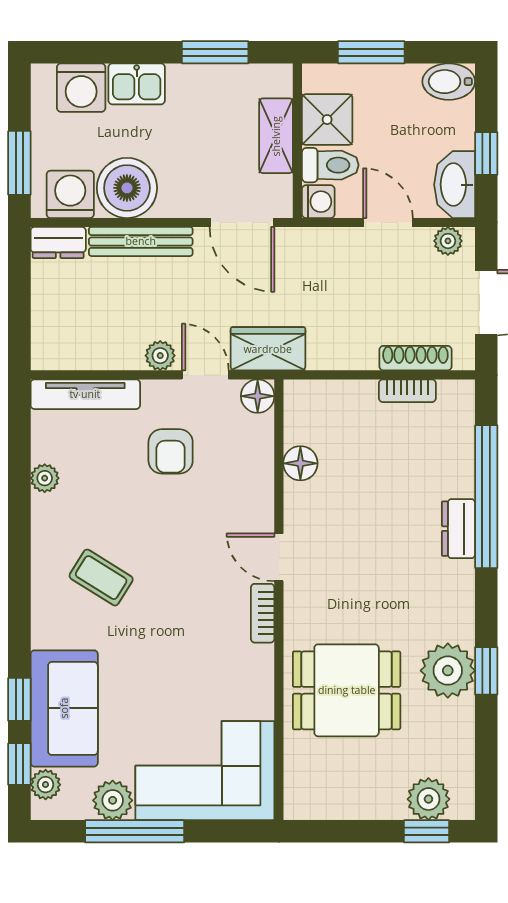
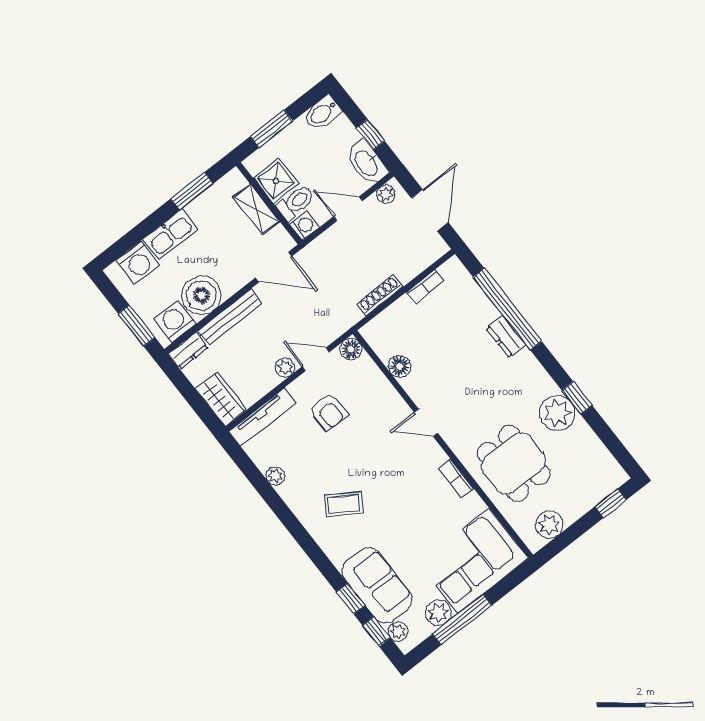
kitchen sink: (137, 84) -> (170, 234), width x1.38
wardrobe: (268, 349) -> (221, 399), moved, turned 90
shoe rack: (415, 358) -> (380, 295), moved
bookcase: (263, 613) -> (456, 478), moved
dining table: (347, 690) -> (514, 463), turned 90
plant: (428, 799) -> (549, 525), moved

